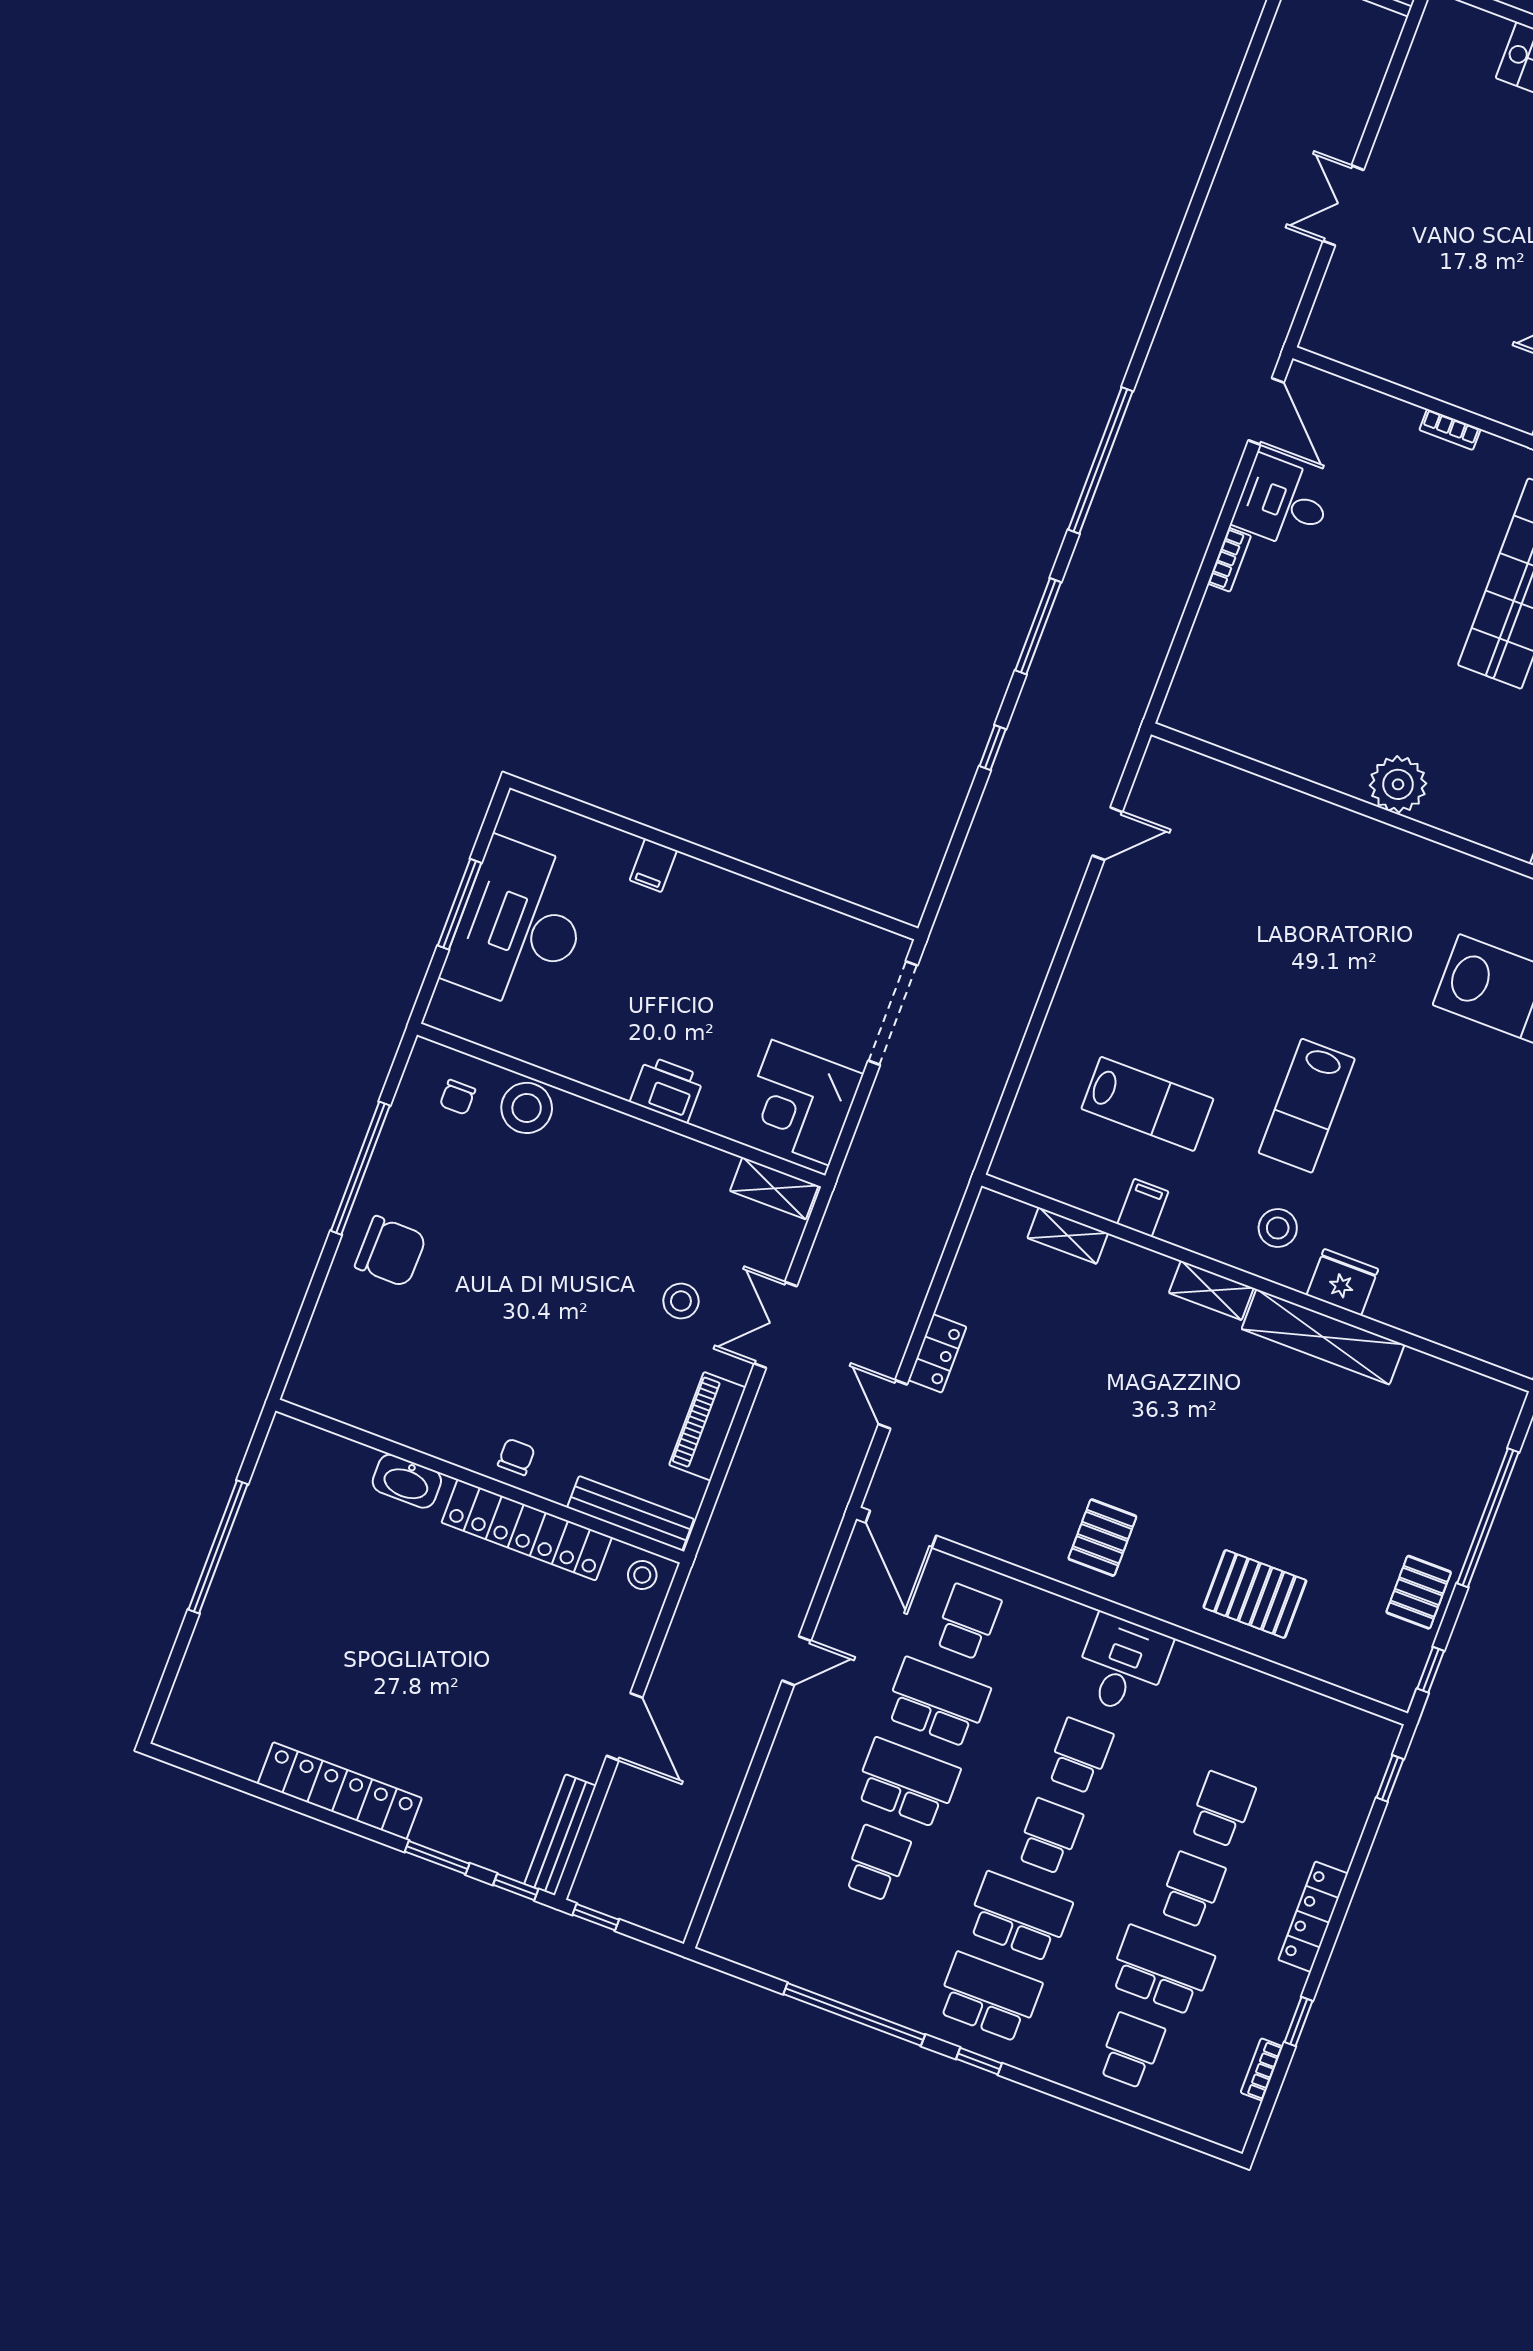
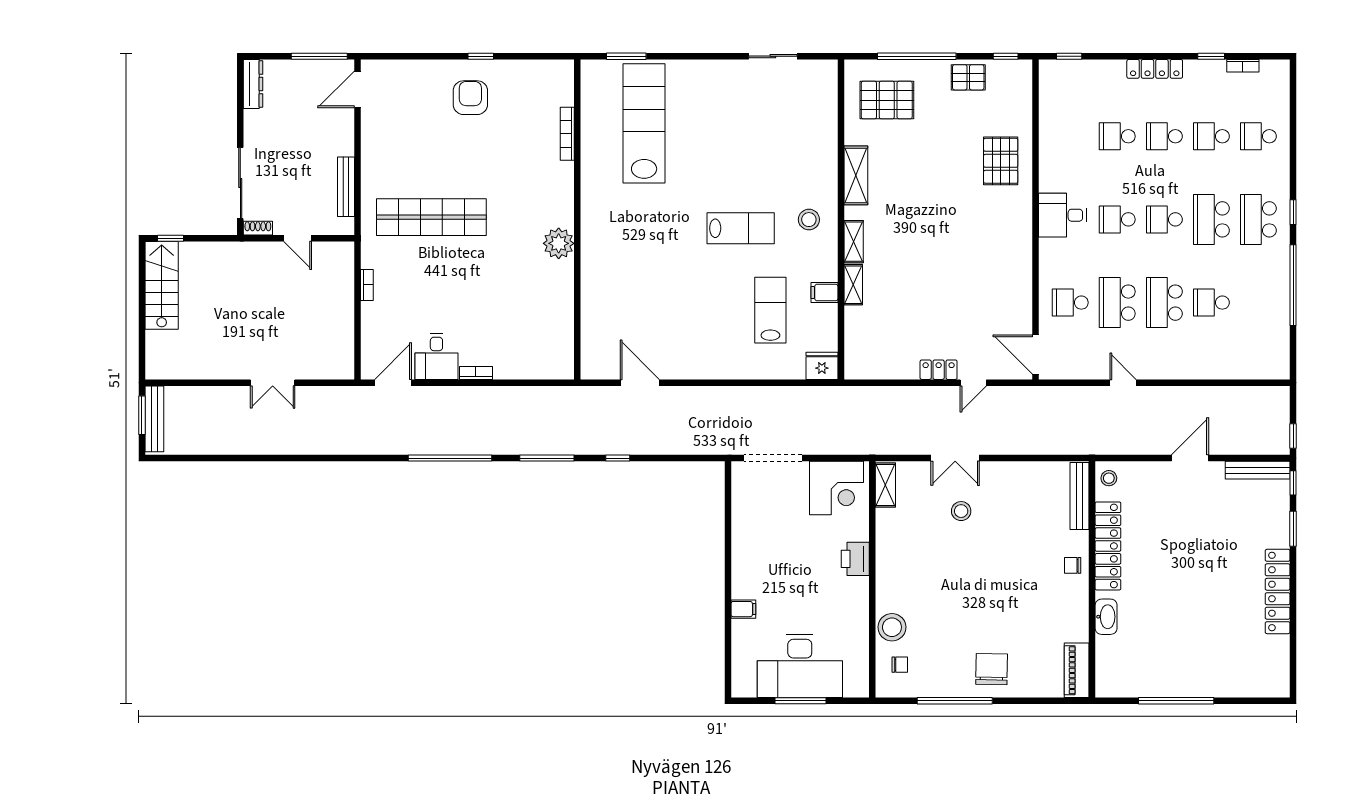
door: (1107, 834) -> (640, 383), width x1.38
shelving: (1068, 1236) -> (853, 285), moved
fridge: (1342, 1282) -> (822, 366), moved, turned 90
shelving: (1323, 1337) -> (856, 175), width x0.68
piano: (707, 1426) -> (1077, 670), moved, turned 90
door: (901, 1529) -> (1036, 355), swing flipped
pallet: (1102, 1538) -> (887, 100), moved, width x1.50, depth x1.42
school desk: (1161, 1970) -> (1211, 136), width x0.54

